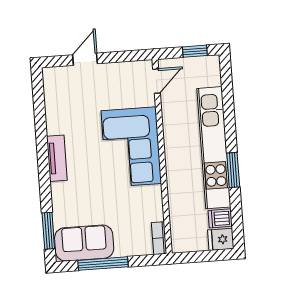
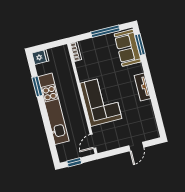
window: (233, 170) -> (37, 86), moved
dishwasher: (220, 218) -> (43, 69), removed
sofa: (84, 243) -> (128, 48), moved, turned 90

